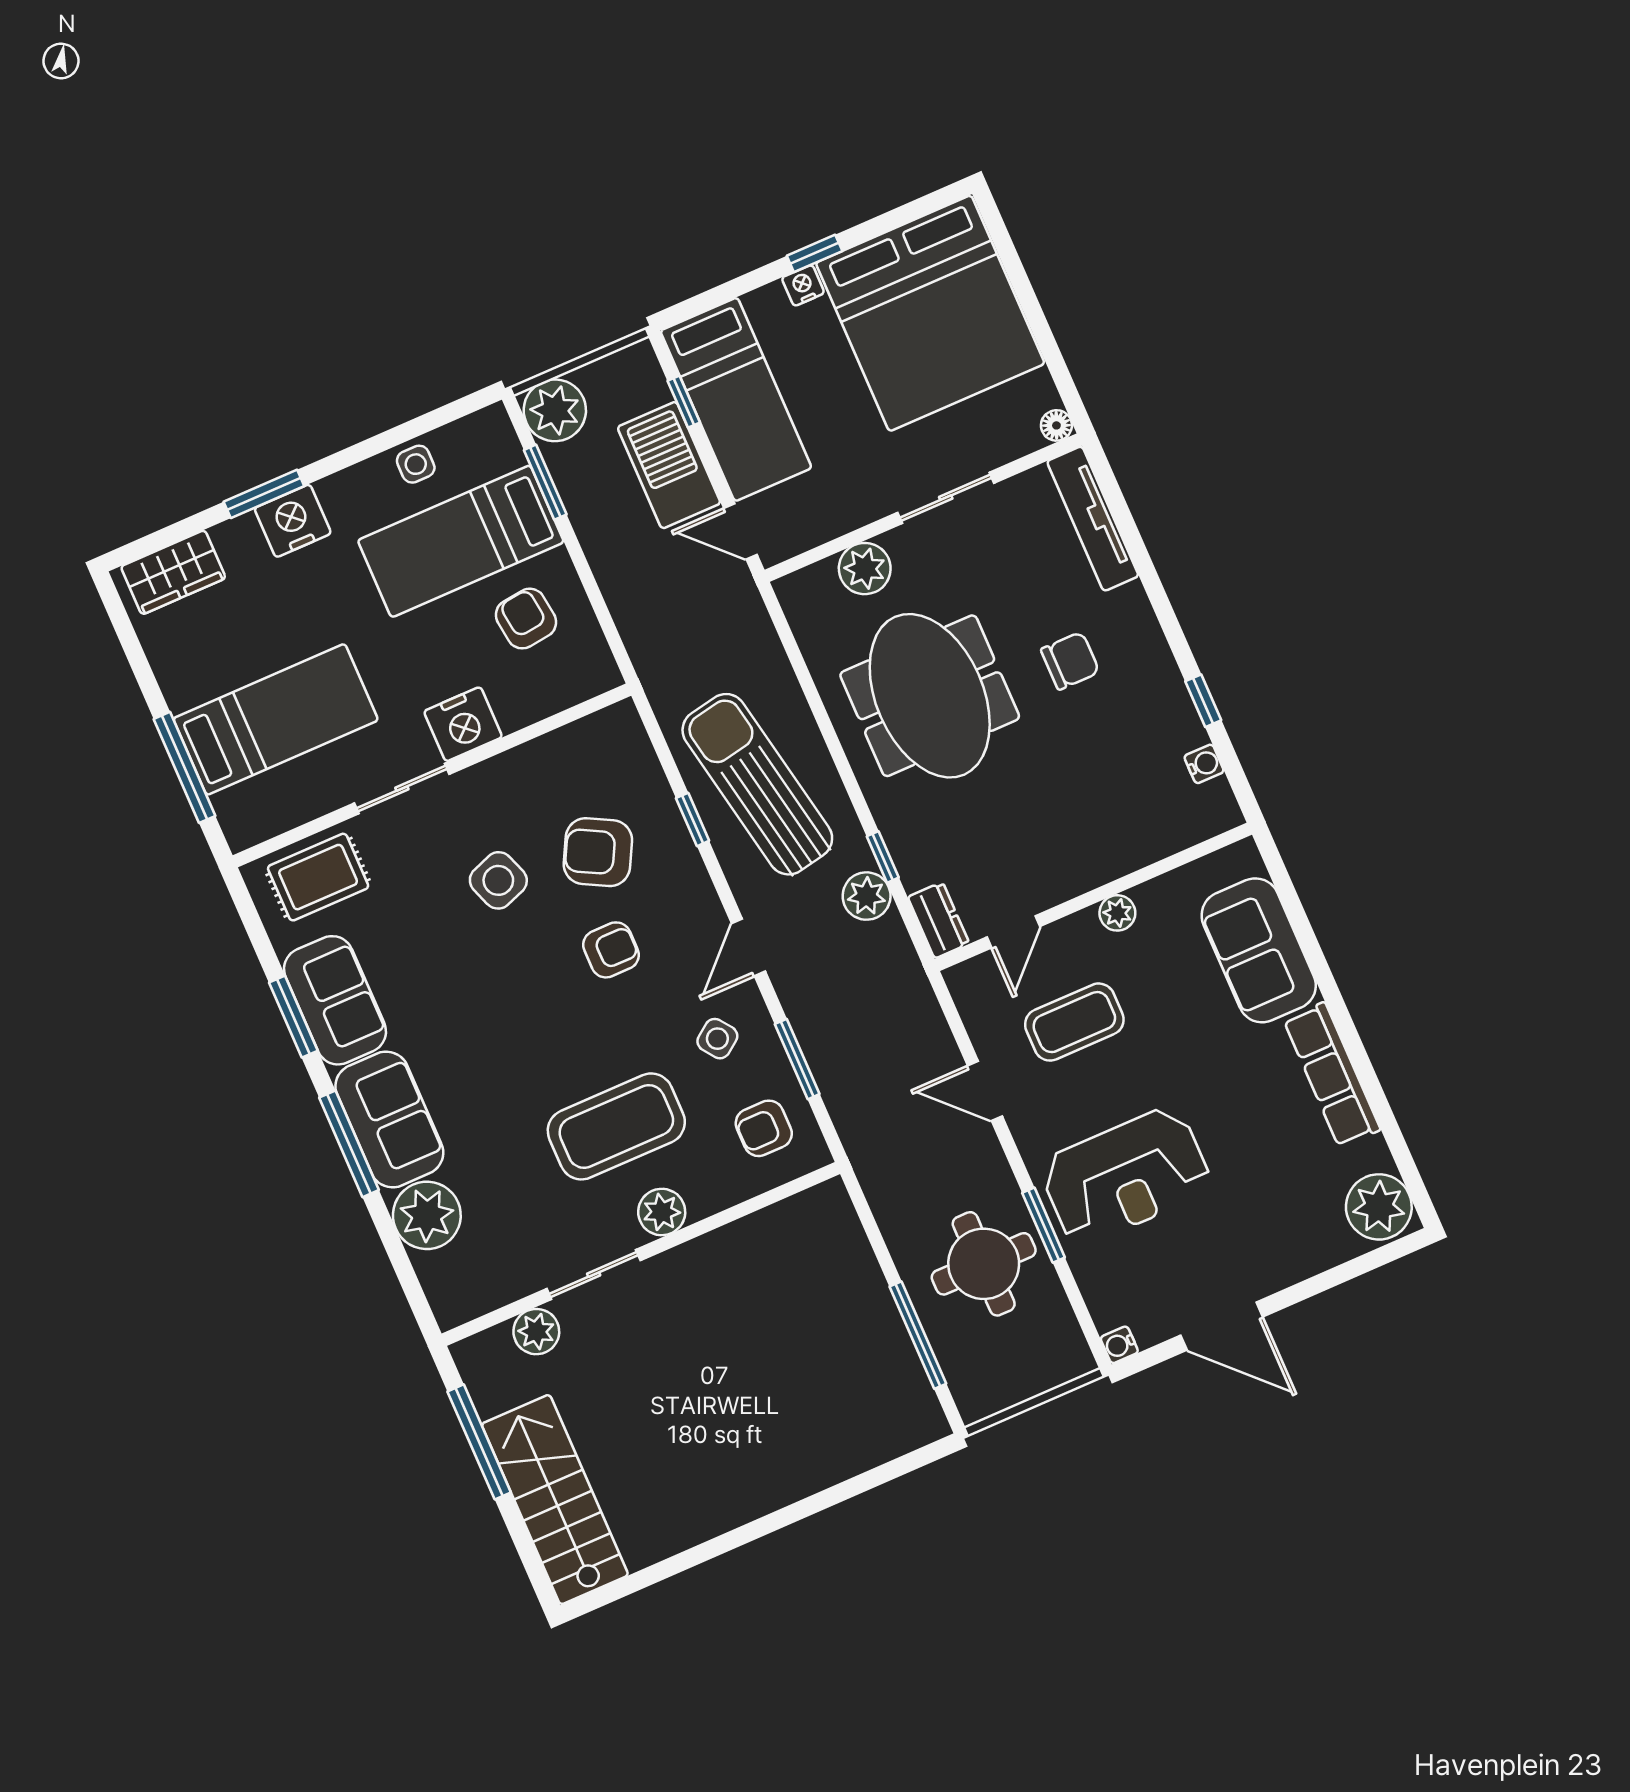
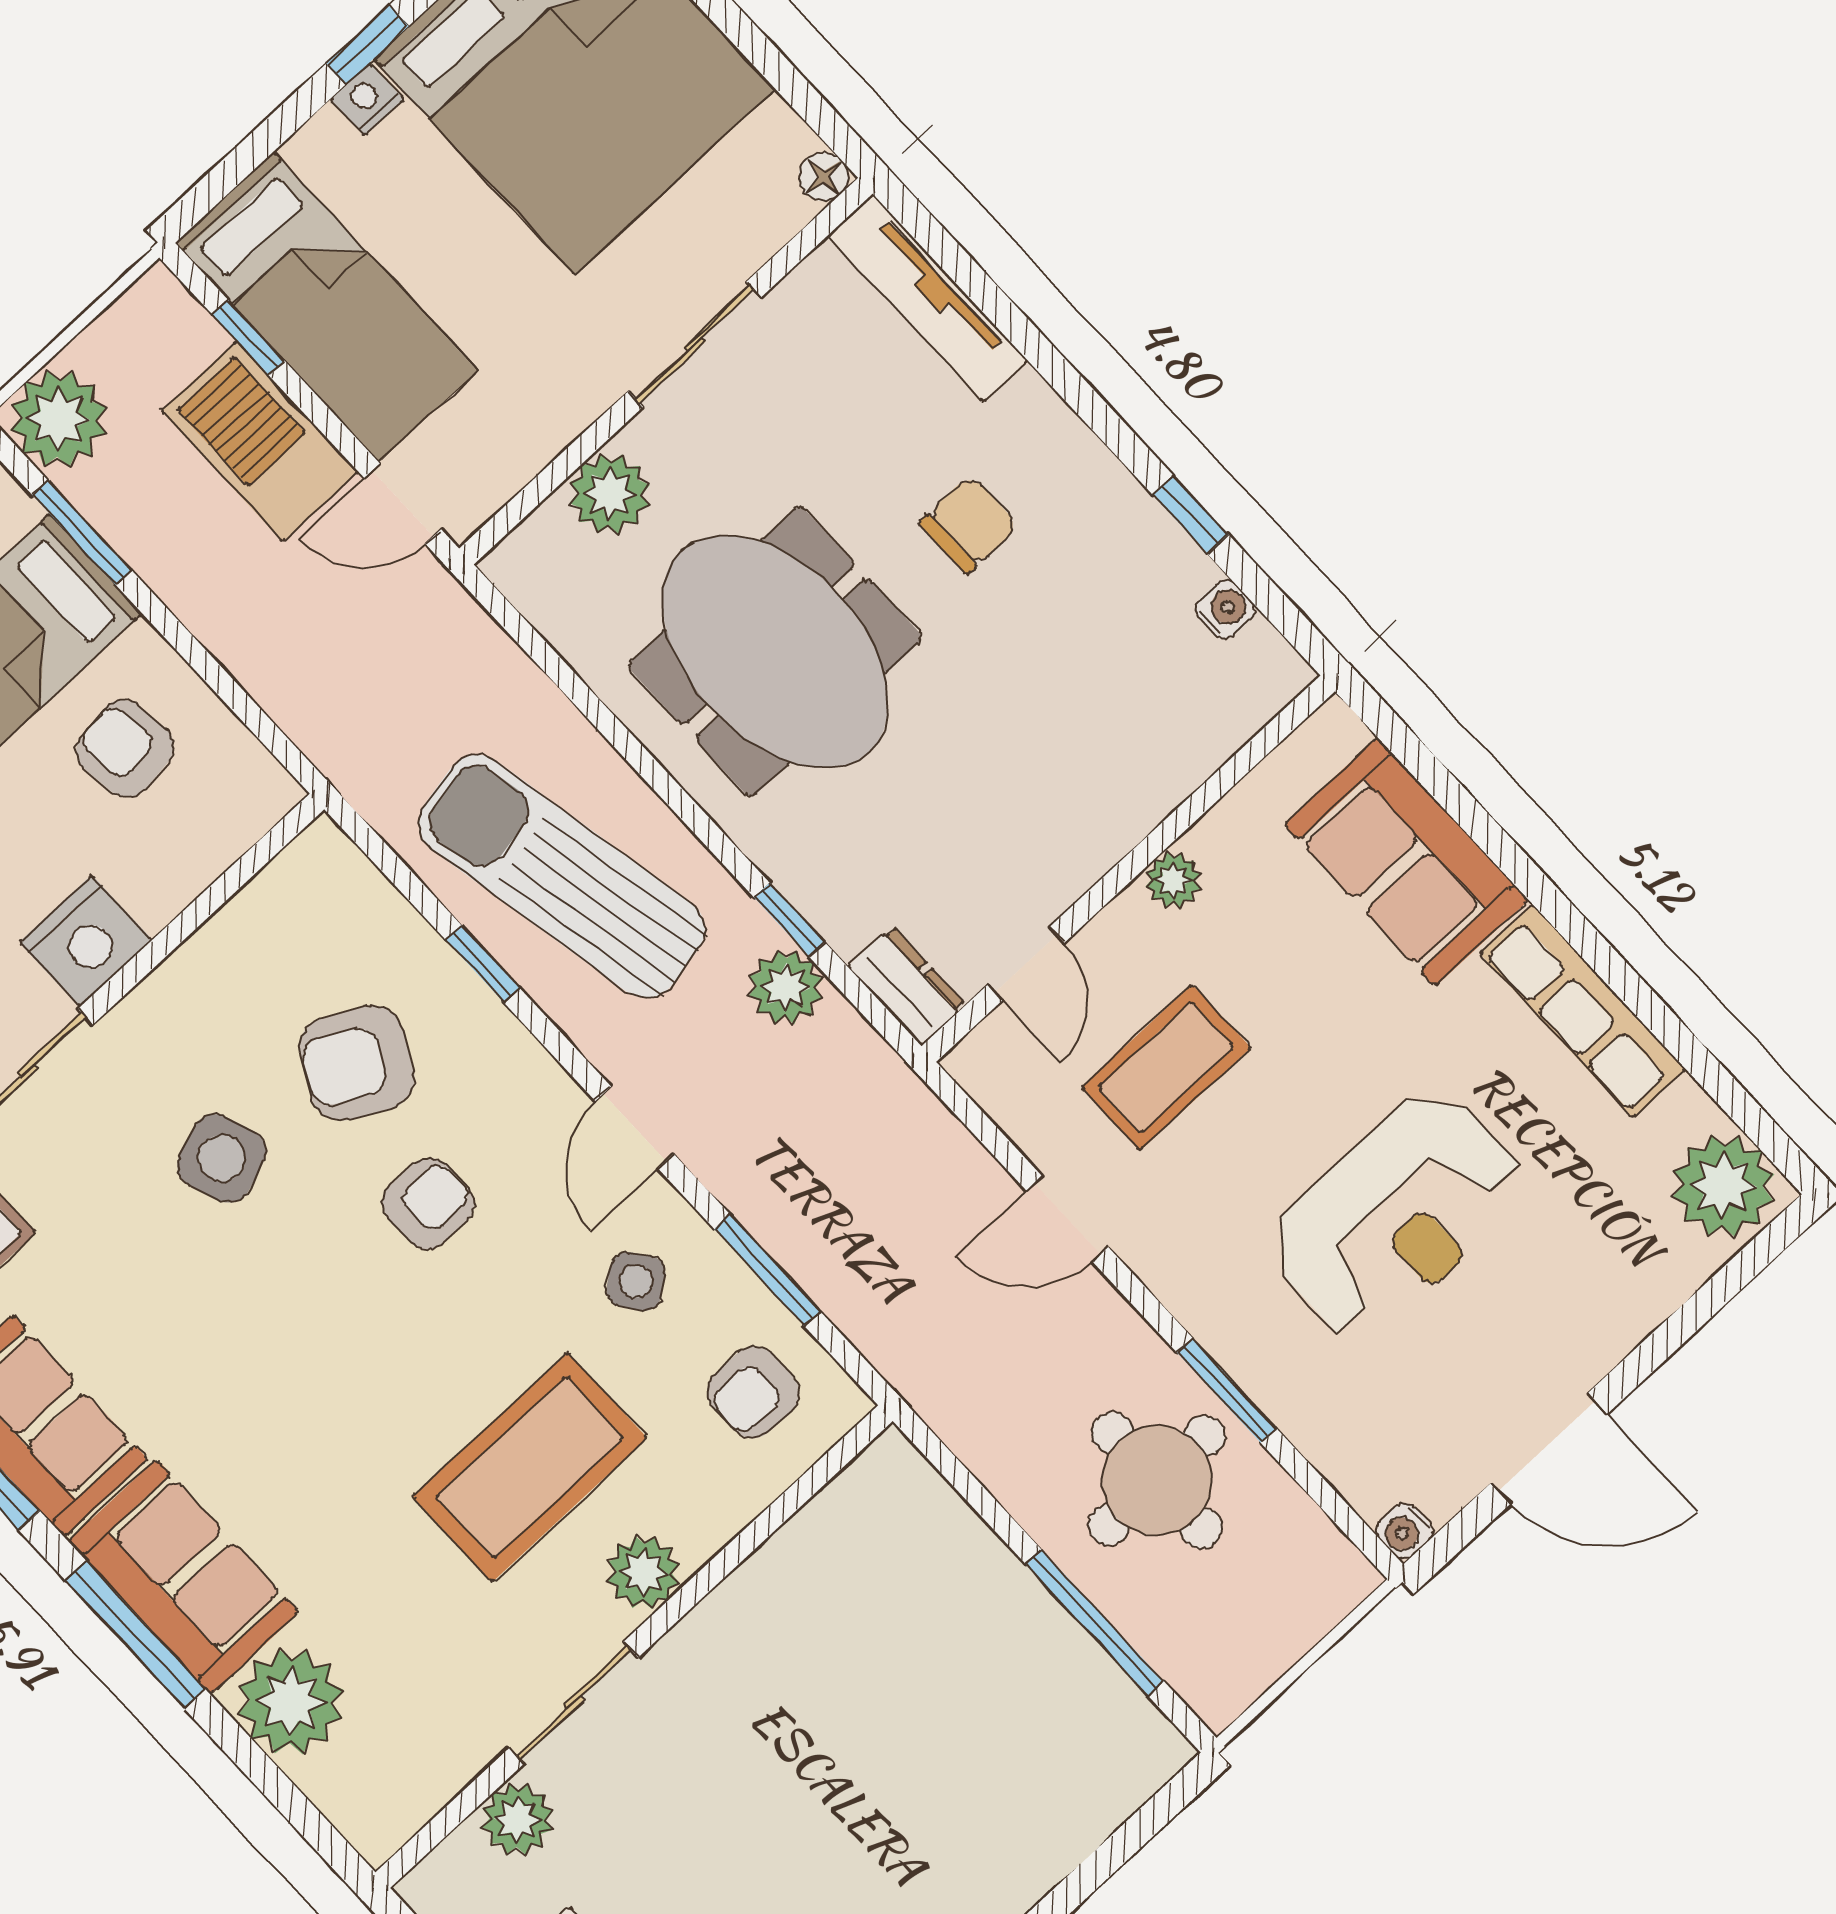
reception desk: (1126, 1176) -> (1396, 1215), moved

